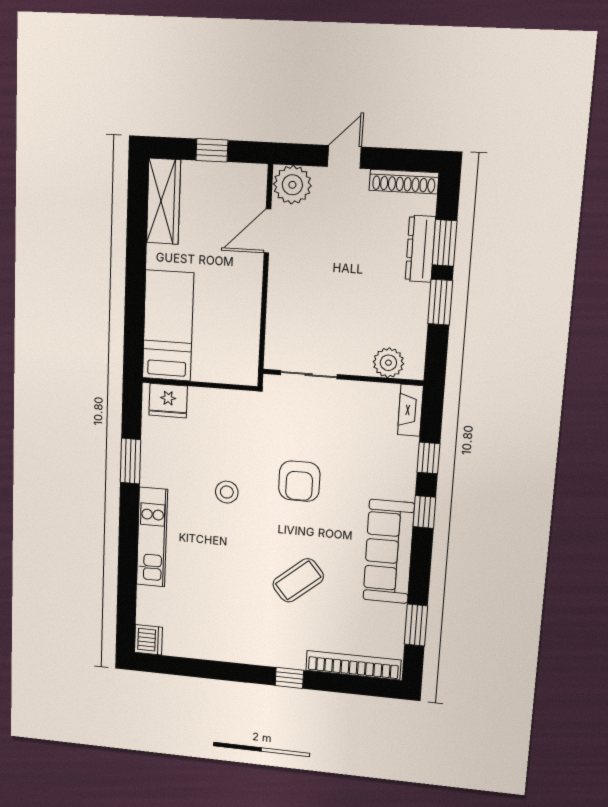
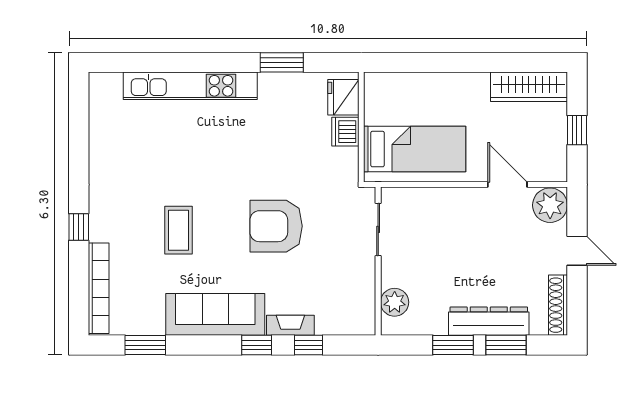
dresser: (420, 249) -> (489, 321), width x1.37, depth x1.24
bed: (168, 326) -> (415, 149), moved
fireplace: (410, 410) -> (290, 325), moved
armchair: (299, 481) -> (276, 226), width x1.36, depth x1.36
stool: (227, 492) -> (259, 157), removed
kitchen unit: (152, 537) -> (190, 86), width x1.36
coffee table: (298, 580) -> (179, 230), turned 40
dishwasher: (148, 640) -> (345, 132), moved, turned 90

